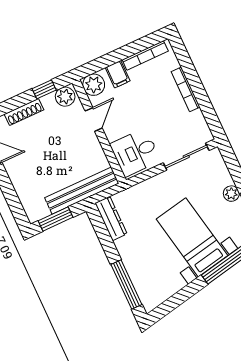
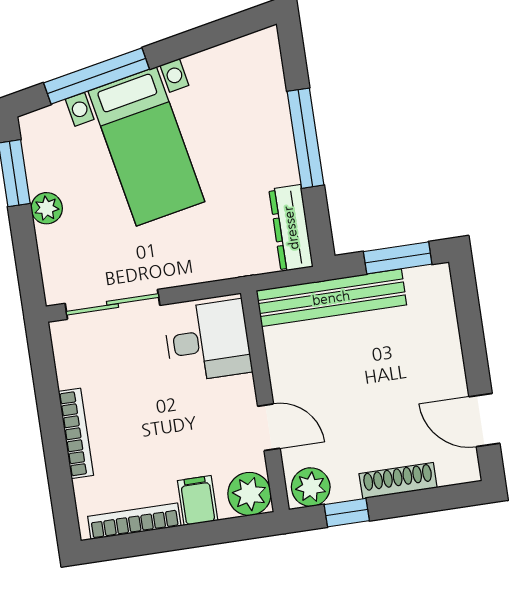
door: (94, 119) -> (269, 427), swing flipped
window: (126, 285) -> (305, 138), moved

